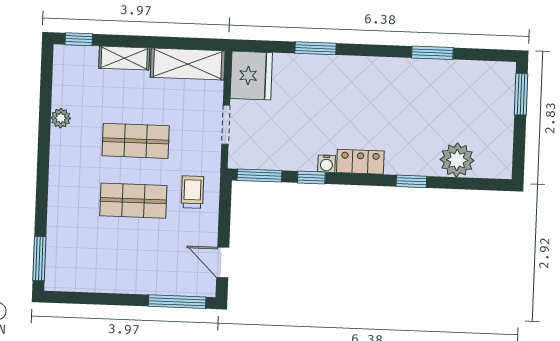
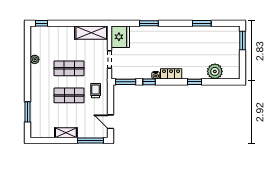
shelving: (124, 58) -> (66, 133), moved
window: (39, 259) -> (28, 112), moved

